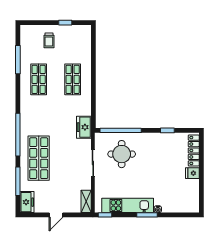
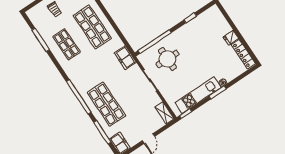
shop shelf: (73, 79) -> (92, 27), width x1.43, depth x1.36
locker: (194, 150) -> (243, 54), moved

